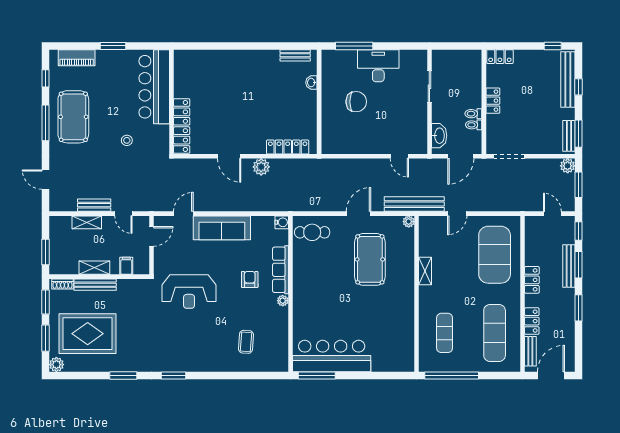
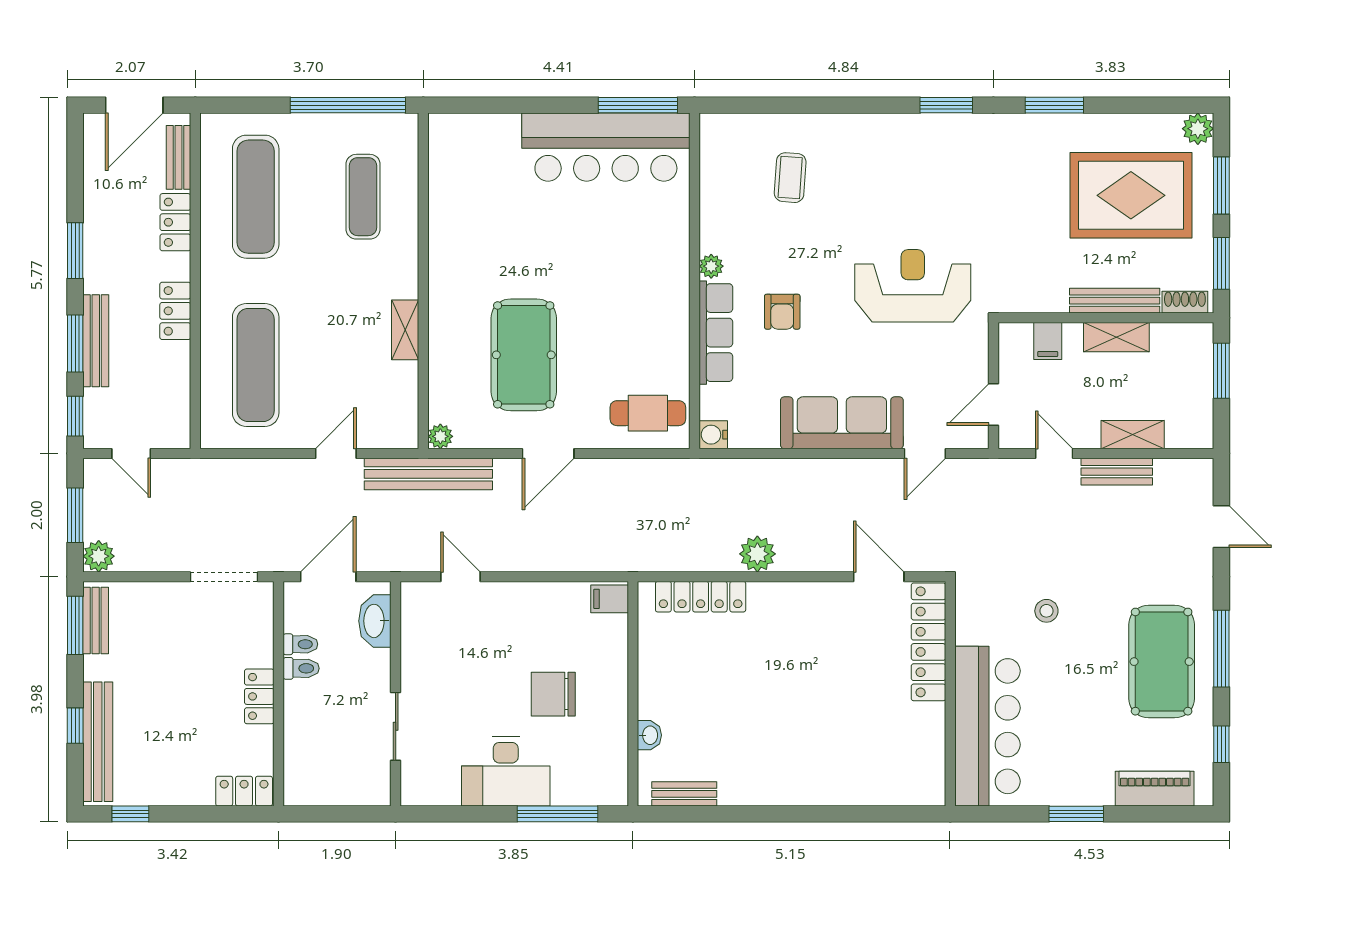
filing cabinet: (330, 146) -> (610, 599), added
door: (229, 156) -> (879, 577), moved
exercise mat: (495, 255) -> (256, 365), width x0.68

